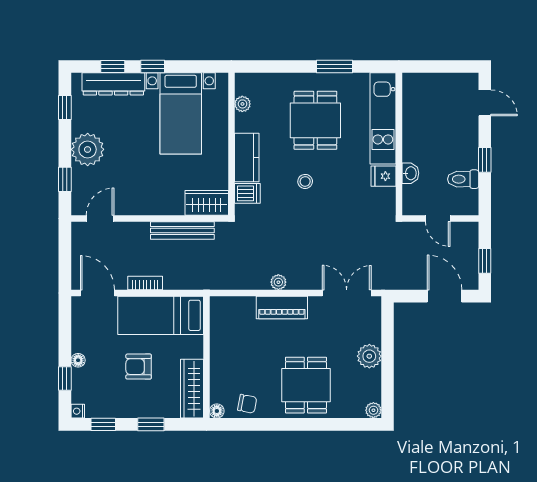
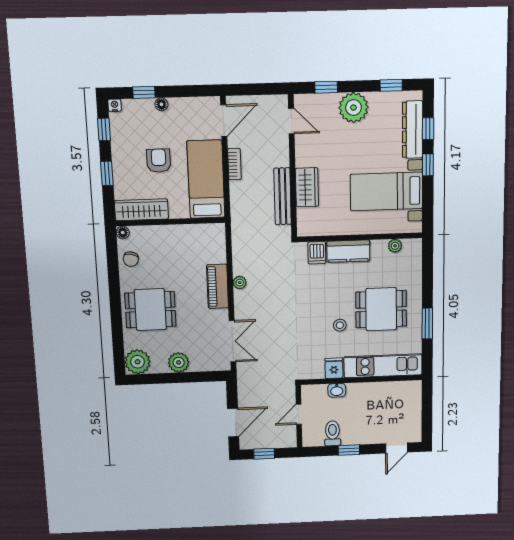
stool: (305, 181) -> (340, 325), moved
wardrobe: (207, 203) -> (307, 187), moved
plant: (373, 410) -> (138, 362), width x1.88, depth x1.88

